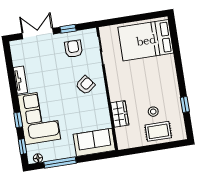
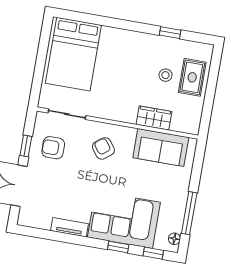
sofa: (94, 142) -> (161, 148), moved, turned -90

